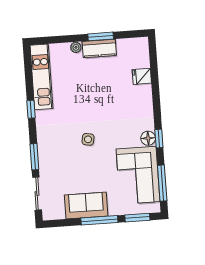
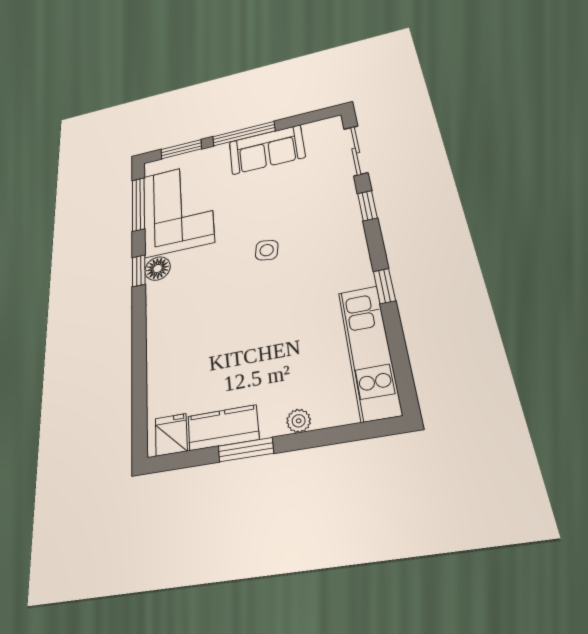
kitchen counter: (99, 48) -> (223, 428), moved
fridge: (142, 76) -> (171, 435), moved, turned -90
window: (34, 157) -> (367, 206), width x0.67

